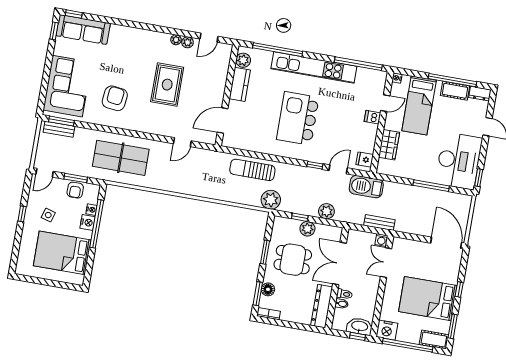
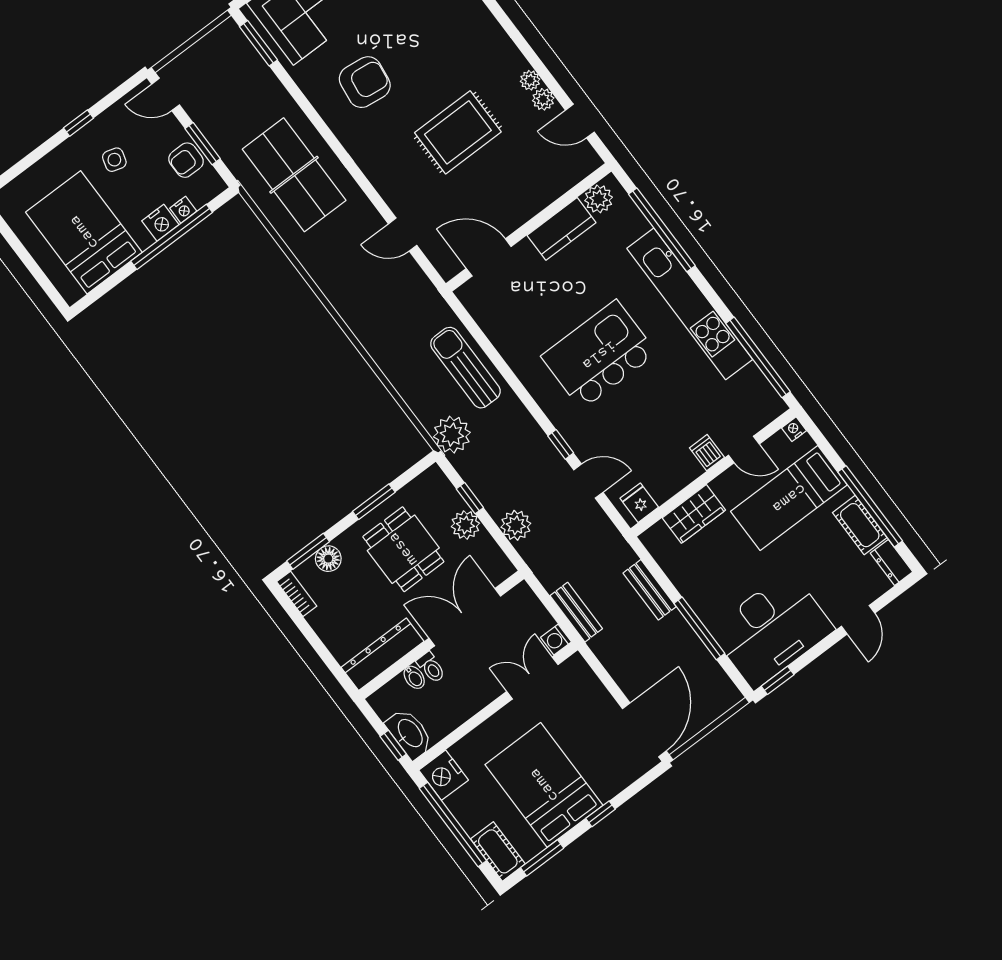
bench: (59, 129) -> (650, 590), moved
barbecue: (366, 187) -> (605, 543), removed

